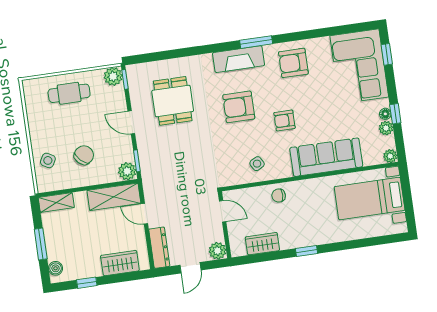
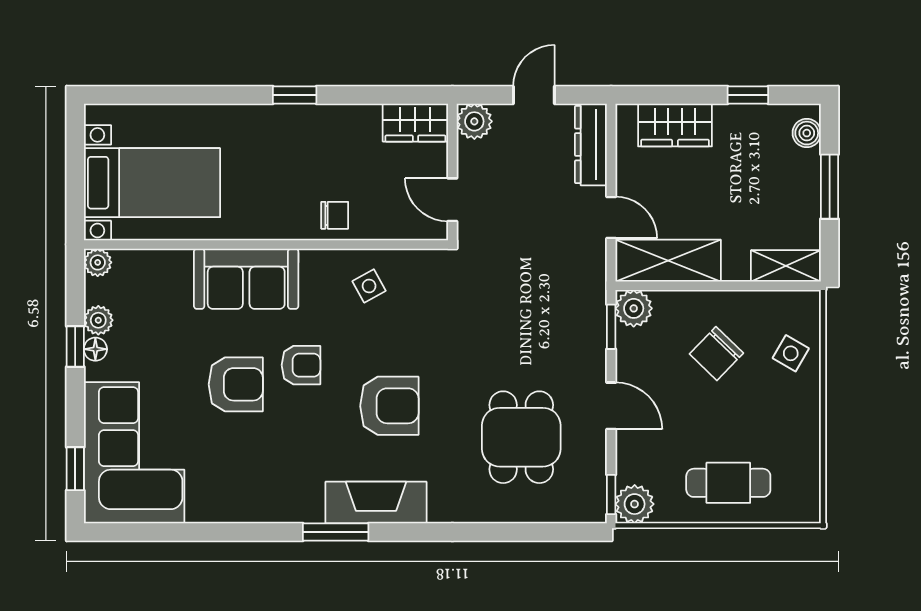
armchair: (293, 63) -> (236, 384), moved
sofa: (326, 157) -> (246, 279), width x0.73
wardrobe: (262, 244) -> (415, 123), moved

